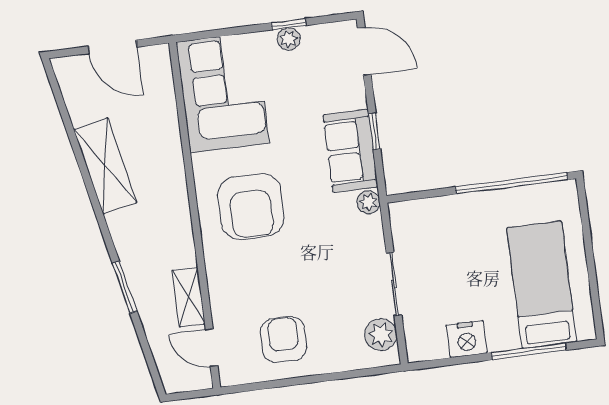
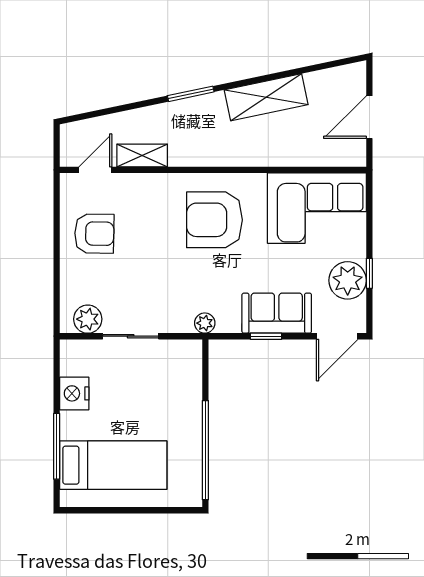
plant: (289, 39) -> (348, 280), width x1.87, depth x1.87
sofa: (350, 151) -> (277, 313), moved
window: (125, 287) -> (191, 94), moved

